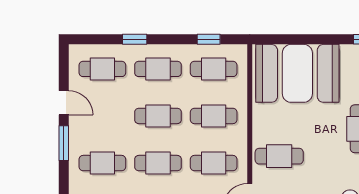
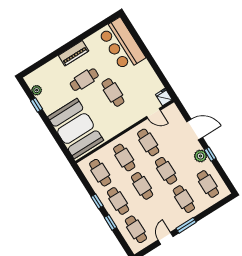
window: (209, 39) -> (97, 201), moved
cafe table: (279, 156) -> (113, 92), moved

